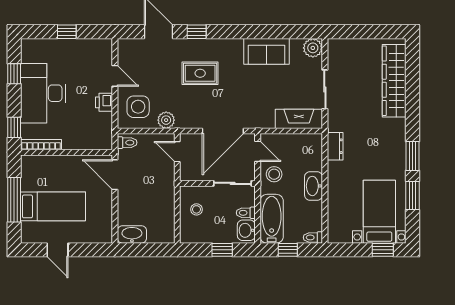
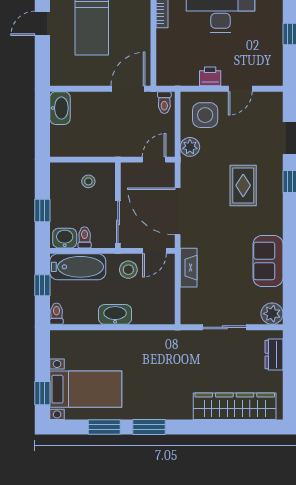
fireplace: (299, 119) -> (189, 268), moved, width x0.73, depth x0.76
dresser: (335, 146) -> (274, 355), moved, turned 90

